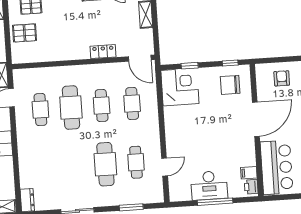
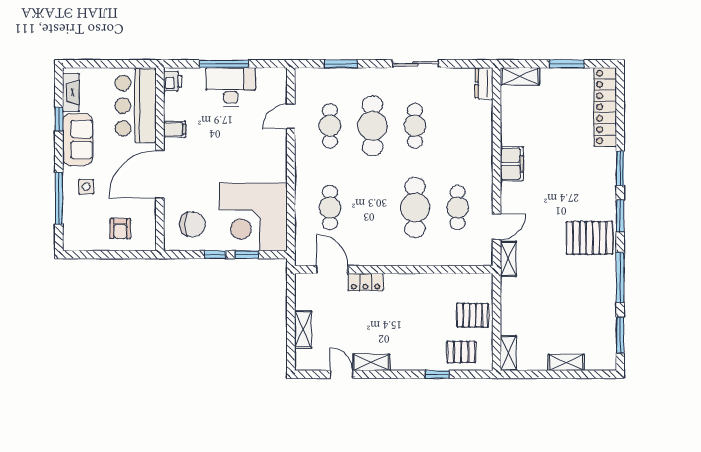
door: (140, 58) -> (332, 270), moved
window: (230, 63) -> (215, 255), moved
corner desk: (180, 87) -> (253, 217), width x1.36, depth x1.36
cafe table: (102, 105) -> (415, 126), moved
filing cabinet: (249, 173) -> (175, 129), moved

